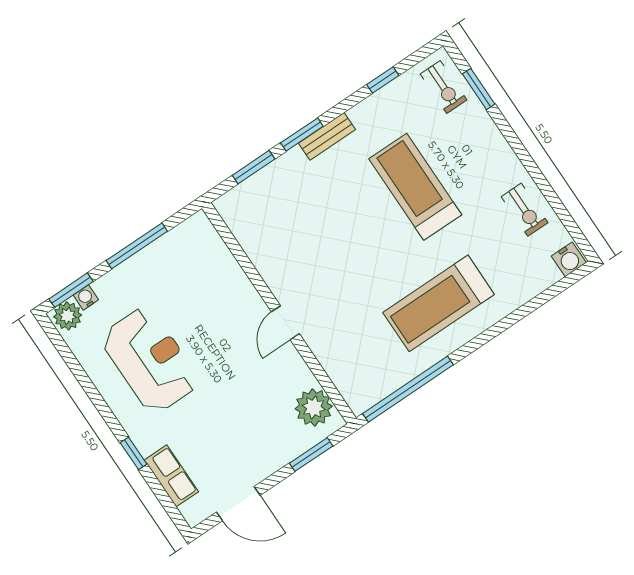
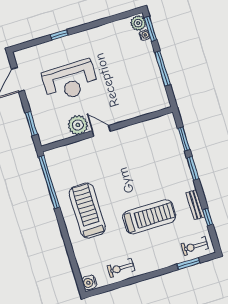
bench: (327, 136) -> (195, 205), moved
reception desk: (150, 360) -> (70, 81), moved
plant: (314, 407) -> (78, 125), moved
row of seats: (171, 476) -> (42, 50), removed

